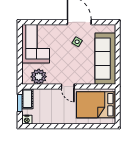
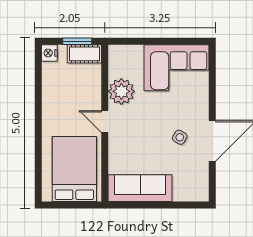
sofa: (105, 59) -> (140, 188), width x0.74, depth x0.79
plant: (39, 77) -> (121, 91), moved
door: (68, 87) -> (105, 122), hinge flipped

